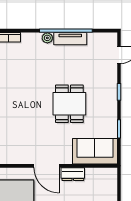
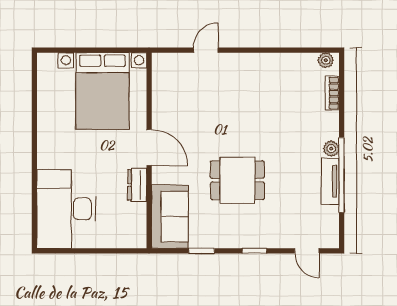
door: (46, 166) -> (149, 148), swing flipped

